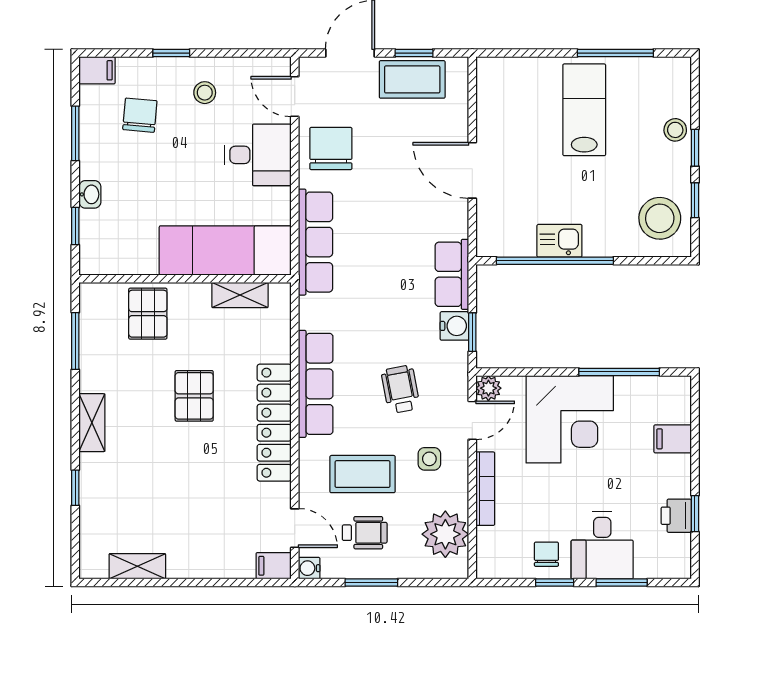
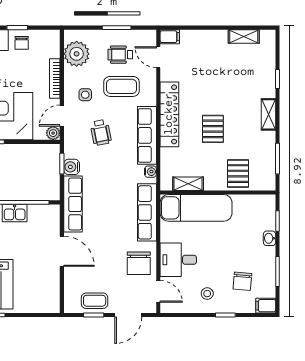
coffee table: (412, 79) -> (95, 301), width x0.73, depth x0.77
row of seats: (452, 274) -> (73, 204), width x1.48
water cooler: (309, 568) -> (150, 172), moved

